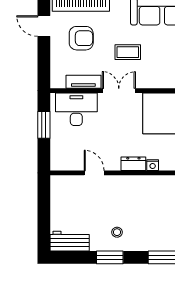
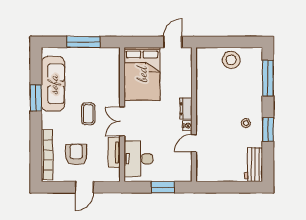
door: (44, 26) -> (84, 187), moved
window: (44, 125) -> (163, 187), moved
nightstand: (153, 165) -> (187, 126), moved

